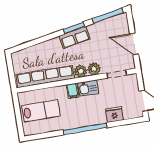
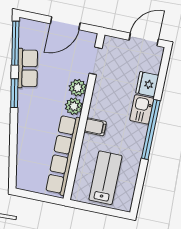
row of seats: (75, 37) -> (28, 68), moved
kitchen sink: (88, 88) -> (142, 109), moved, turned 180

